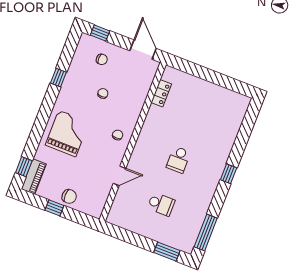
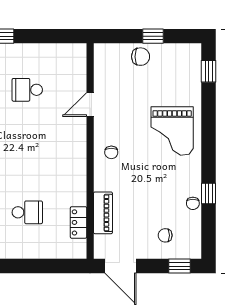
chair: (103, 93) -> (193, 203), moved
school desk: (178, 160) -> (27, 212), moved, turned 90
piano: (34, 176) -> (103, 213), moved, turned 180
chair: (69, 196) -> (141, 57), turned 180

